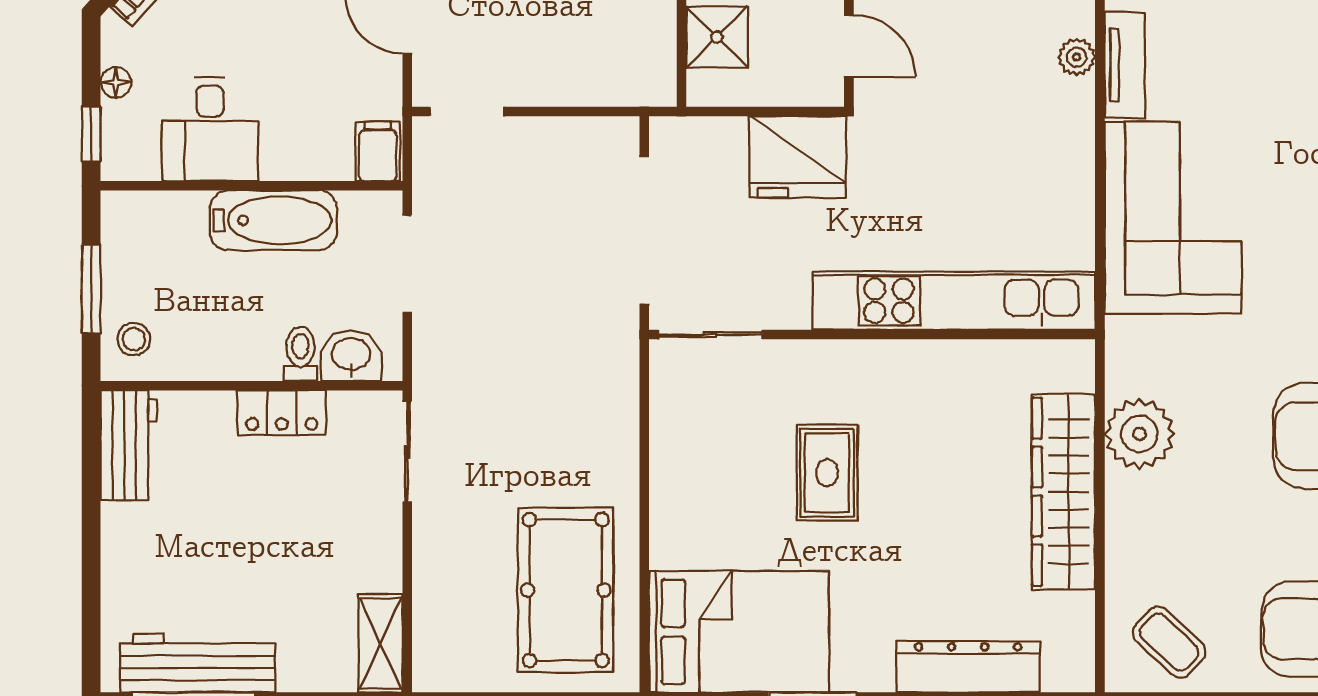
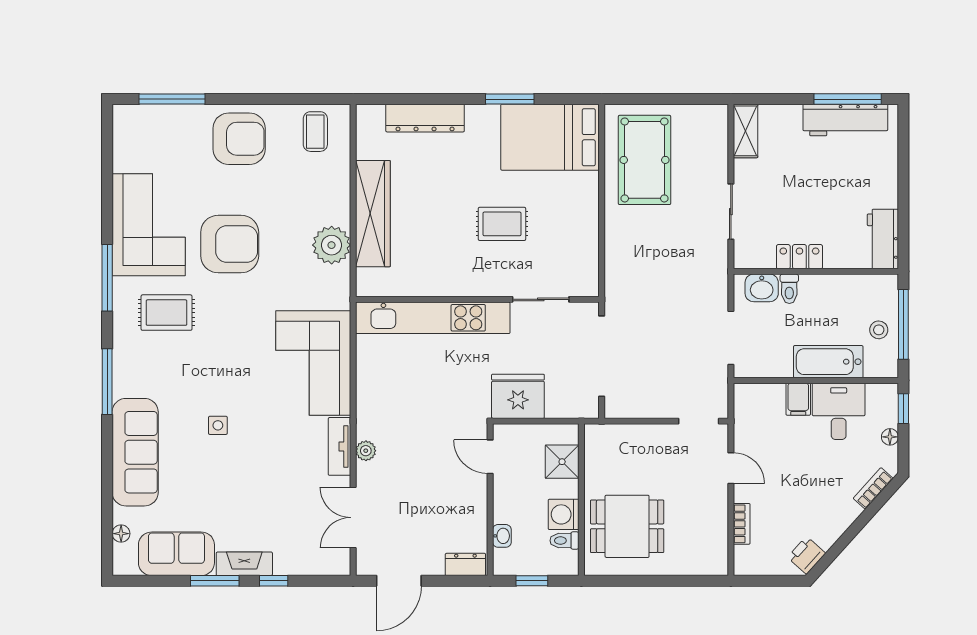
filing cabinet: (378, 152) -> (798, 399), moved
bathtub: (273, 220) -> (828, 362), moved
window: (91, 289) -> (903, 324), width x1.44
sliding door: (710, 335) -> (541, 299), moved
stool: (134, 339) -> (879, 330), moved
sliding door: (407, 452) -> (731, 212), moved
rug: (827, 473) -> (502, 224), turned 90
coffee table: (1169, 642) -> (315, 132), turned 47

